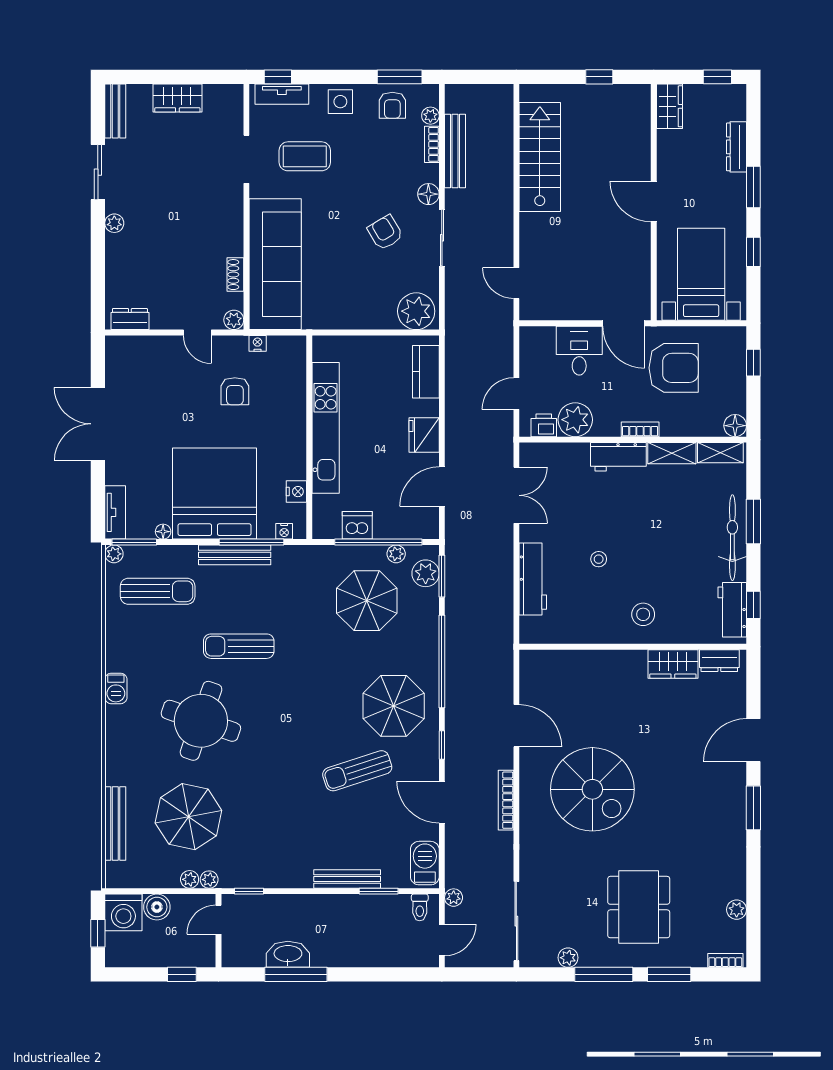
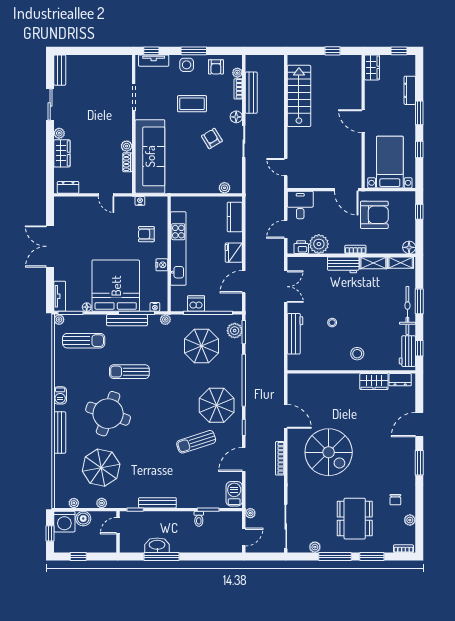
window: (400, 77) -> (194, 51), moved
wardrobe: (177, 98) -> (62, 153), moved, turned -90
coffee table: (305, 156) -> (192, 104), moved
plant: (416, 311) -> (224, 188), width x0.53, depth x0.53
plant: (234, 320) -> (127, 146), moved
desk: (579, 351) -> (300, 205), moved
armchair: (235, 391) -> (146, 234), moved, turned 90
nightstand: (296, 492) -> (162, 265), moved
plant: (396, 554) -> (165, 320), moved
door: (442, 802) -> (244, 459), hinge flipped
bench: (115, 824) -> (60, 433), moved
chair: (711, 874) -> (395, 500), added
bench: (347, 879) -> (157, 503), moved
plant: (209, 880) -> (74, 503), moved
toilet: (420, 907) -> (199, 519), moved
window: (182, 974) -> (78, 557), moved

